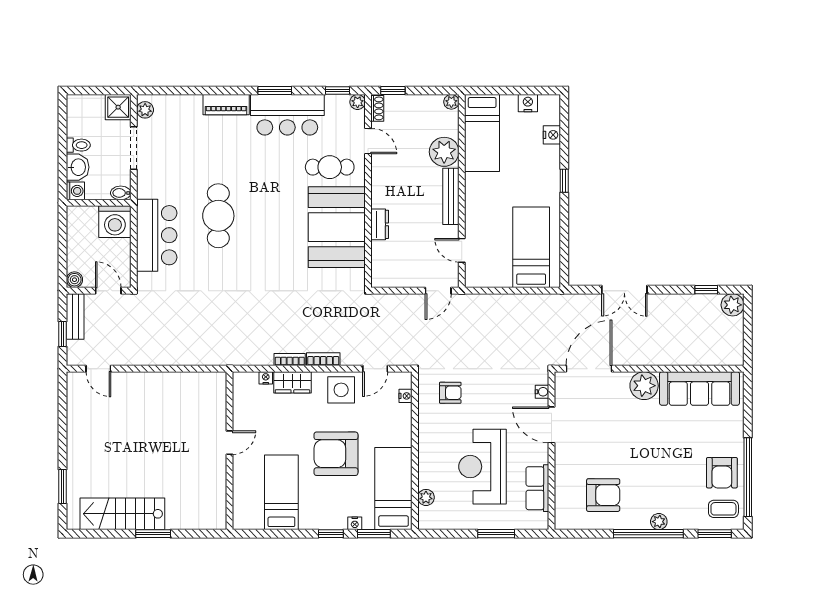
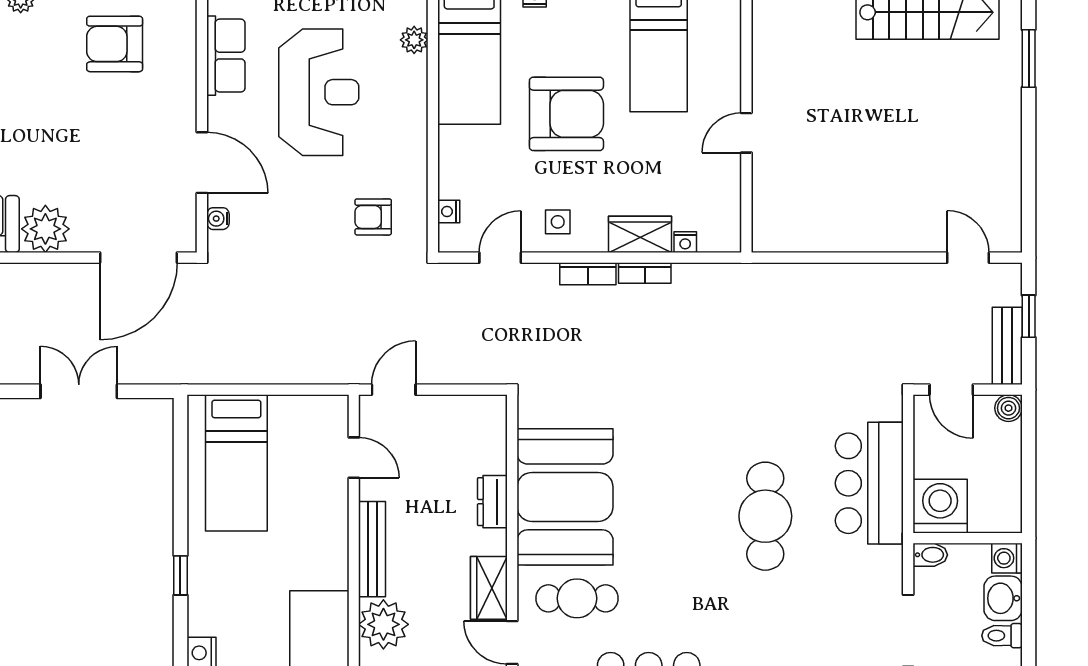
wardrobe: (382, 173) -> (489, 588), added
side table: (341, 390) -> (558, 222), width x0.54, depth x0.54

